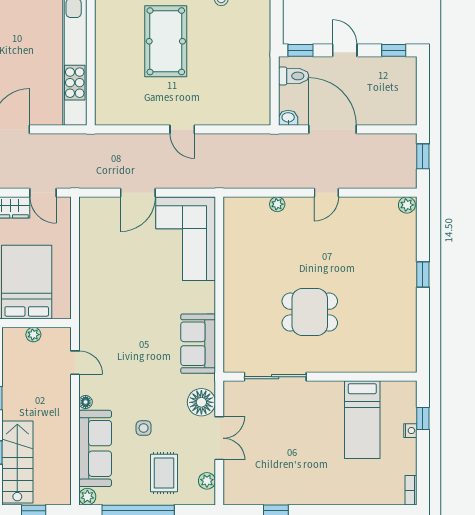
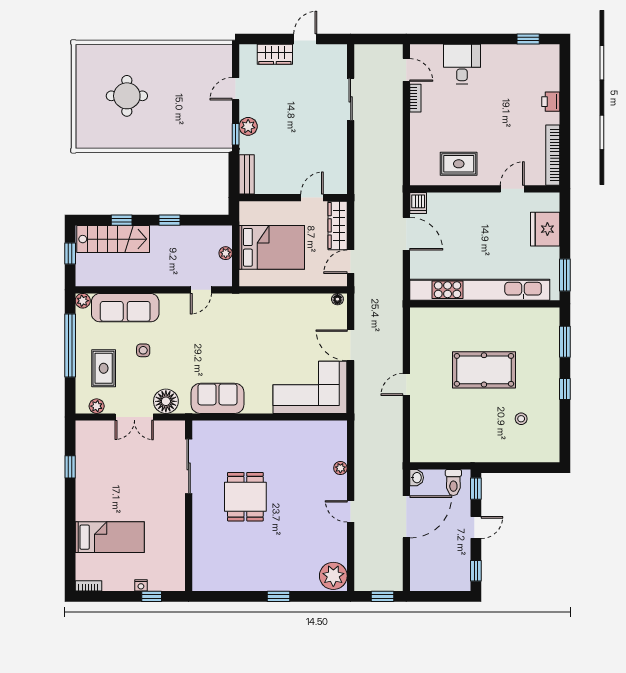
plant: (407, 205) -> (333, 576), width x1.88, depth x1.88
floor lamp: (86, 402) -> (337, 299), moved
bed: (362, 420) -> (110, 537), moved, turned 180
rug: (164, 473) -> (104, 368), turned 90

